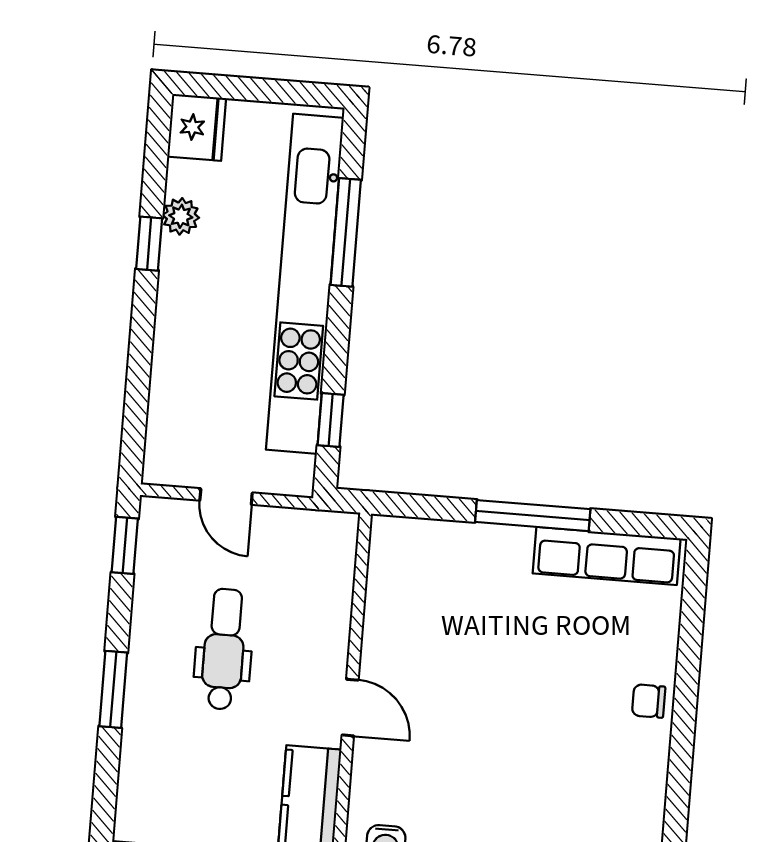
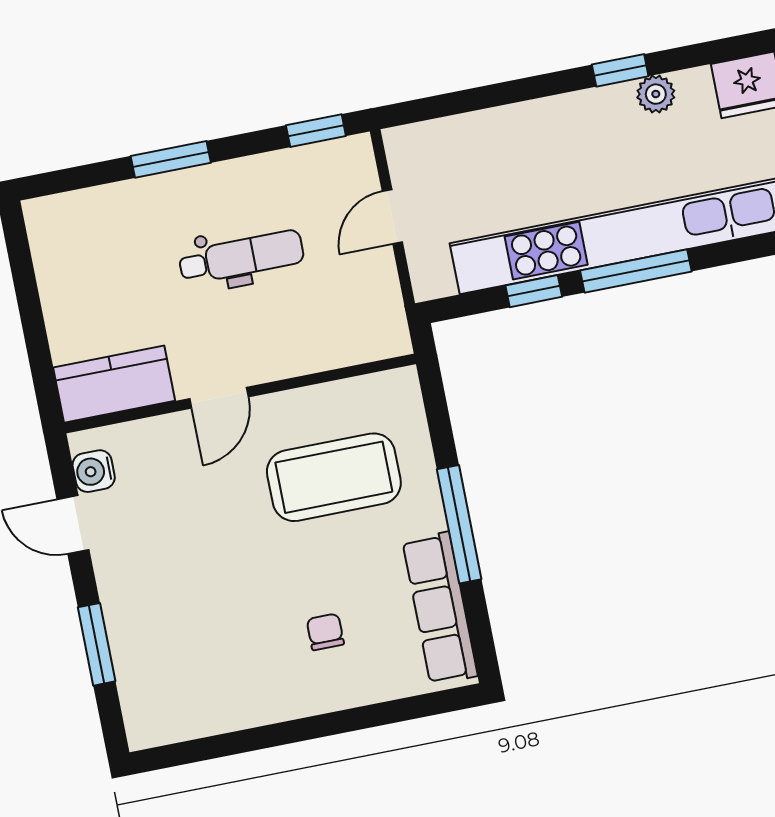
window: (346, 232) -> (636, 271), moved
window: (331, 420) -> (534, 291), moved
coffee table: (455, 621) -> (334, 477), added
chair: (649, 701) -> (325, 632), moved

